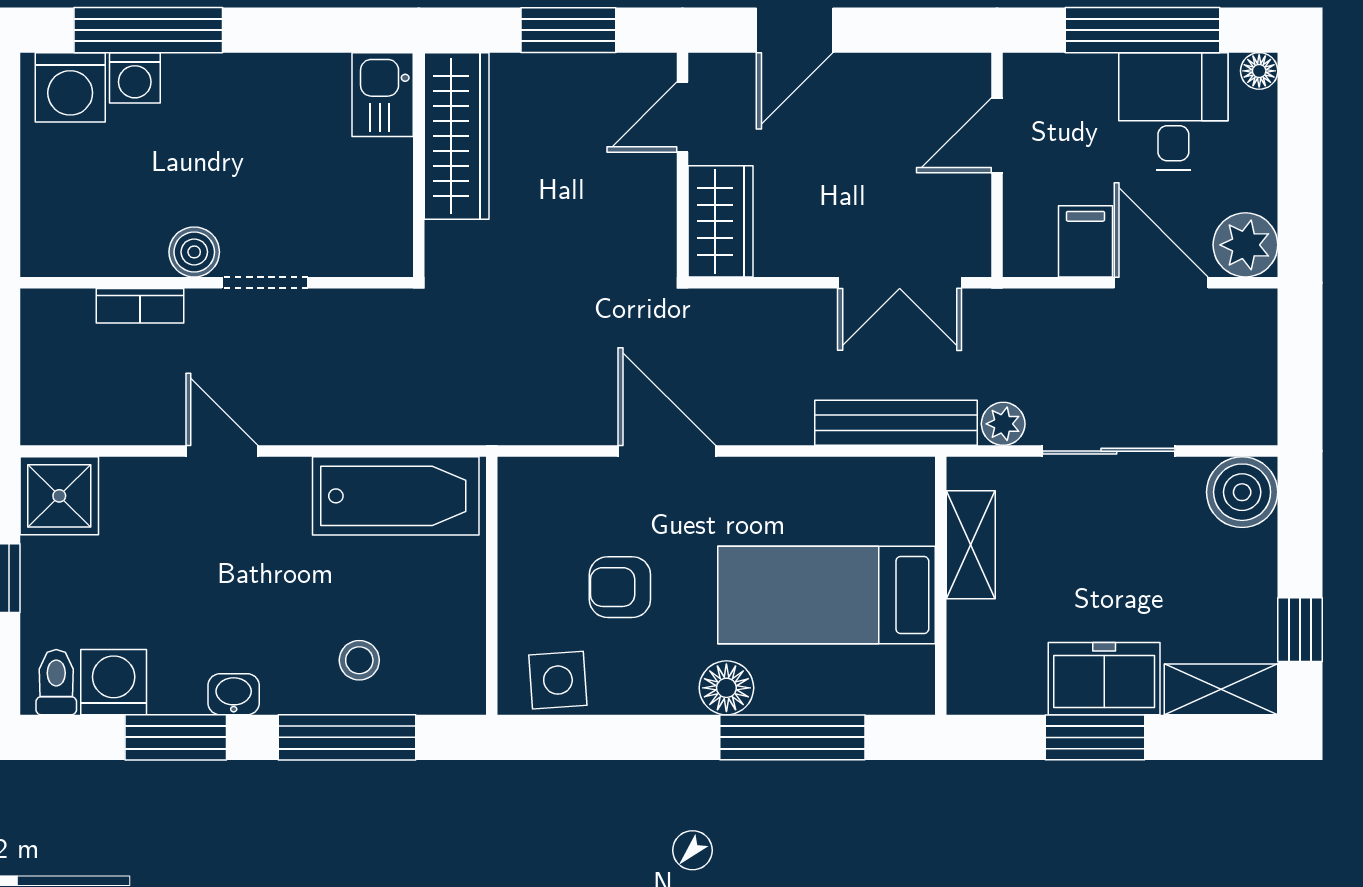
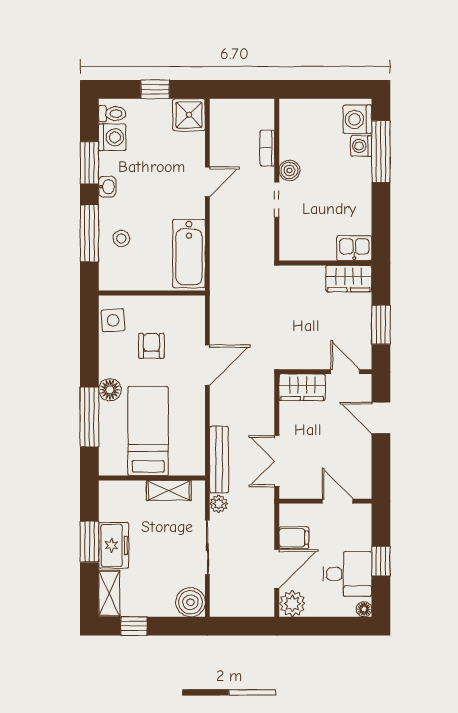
window: (1143, 30) -> (381, 561), width x0.46
wardrobe: (457, 136) -> (349, 279), width x0.67

